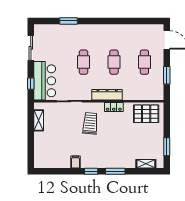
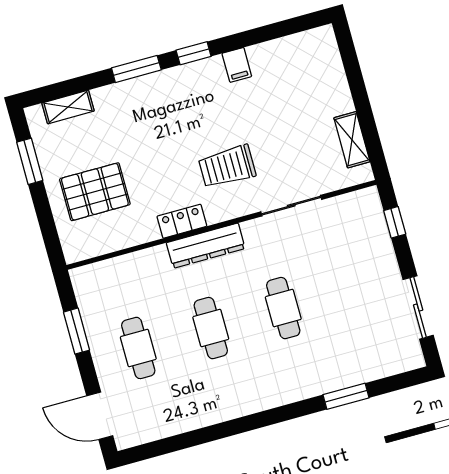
bar counter: (45, 81) -> (363, 238), removed
pallet: (146, 114) -> (95, 192), moved
trolley: (90, 123) -> (227, 167), turned 85

